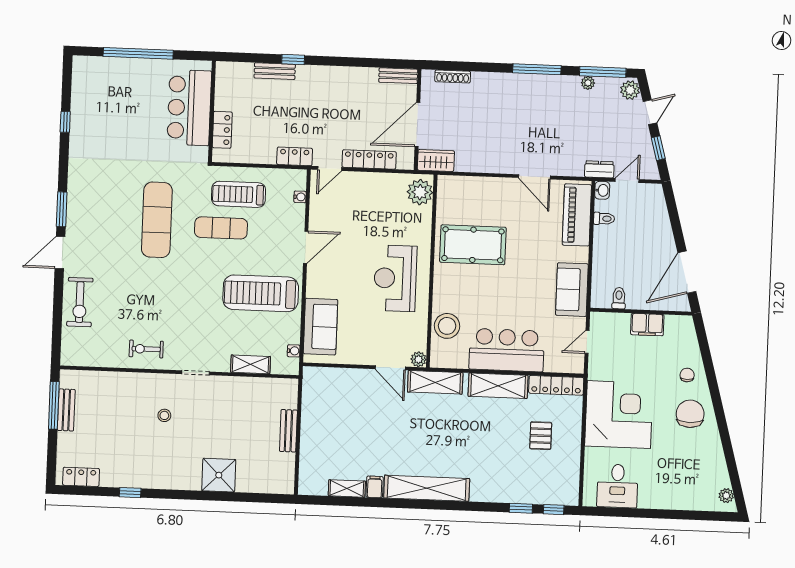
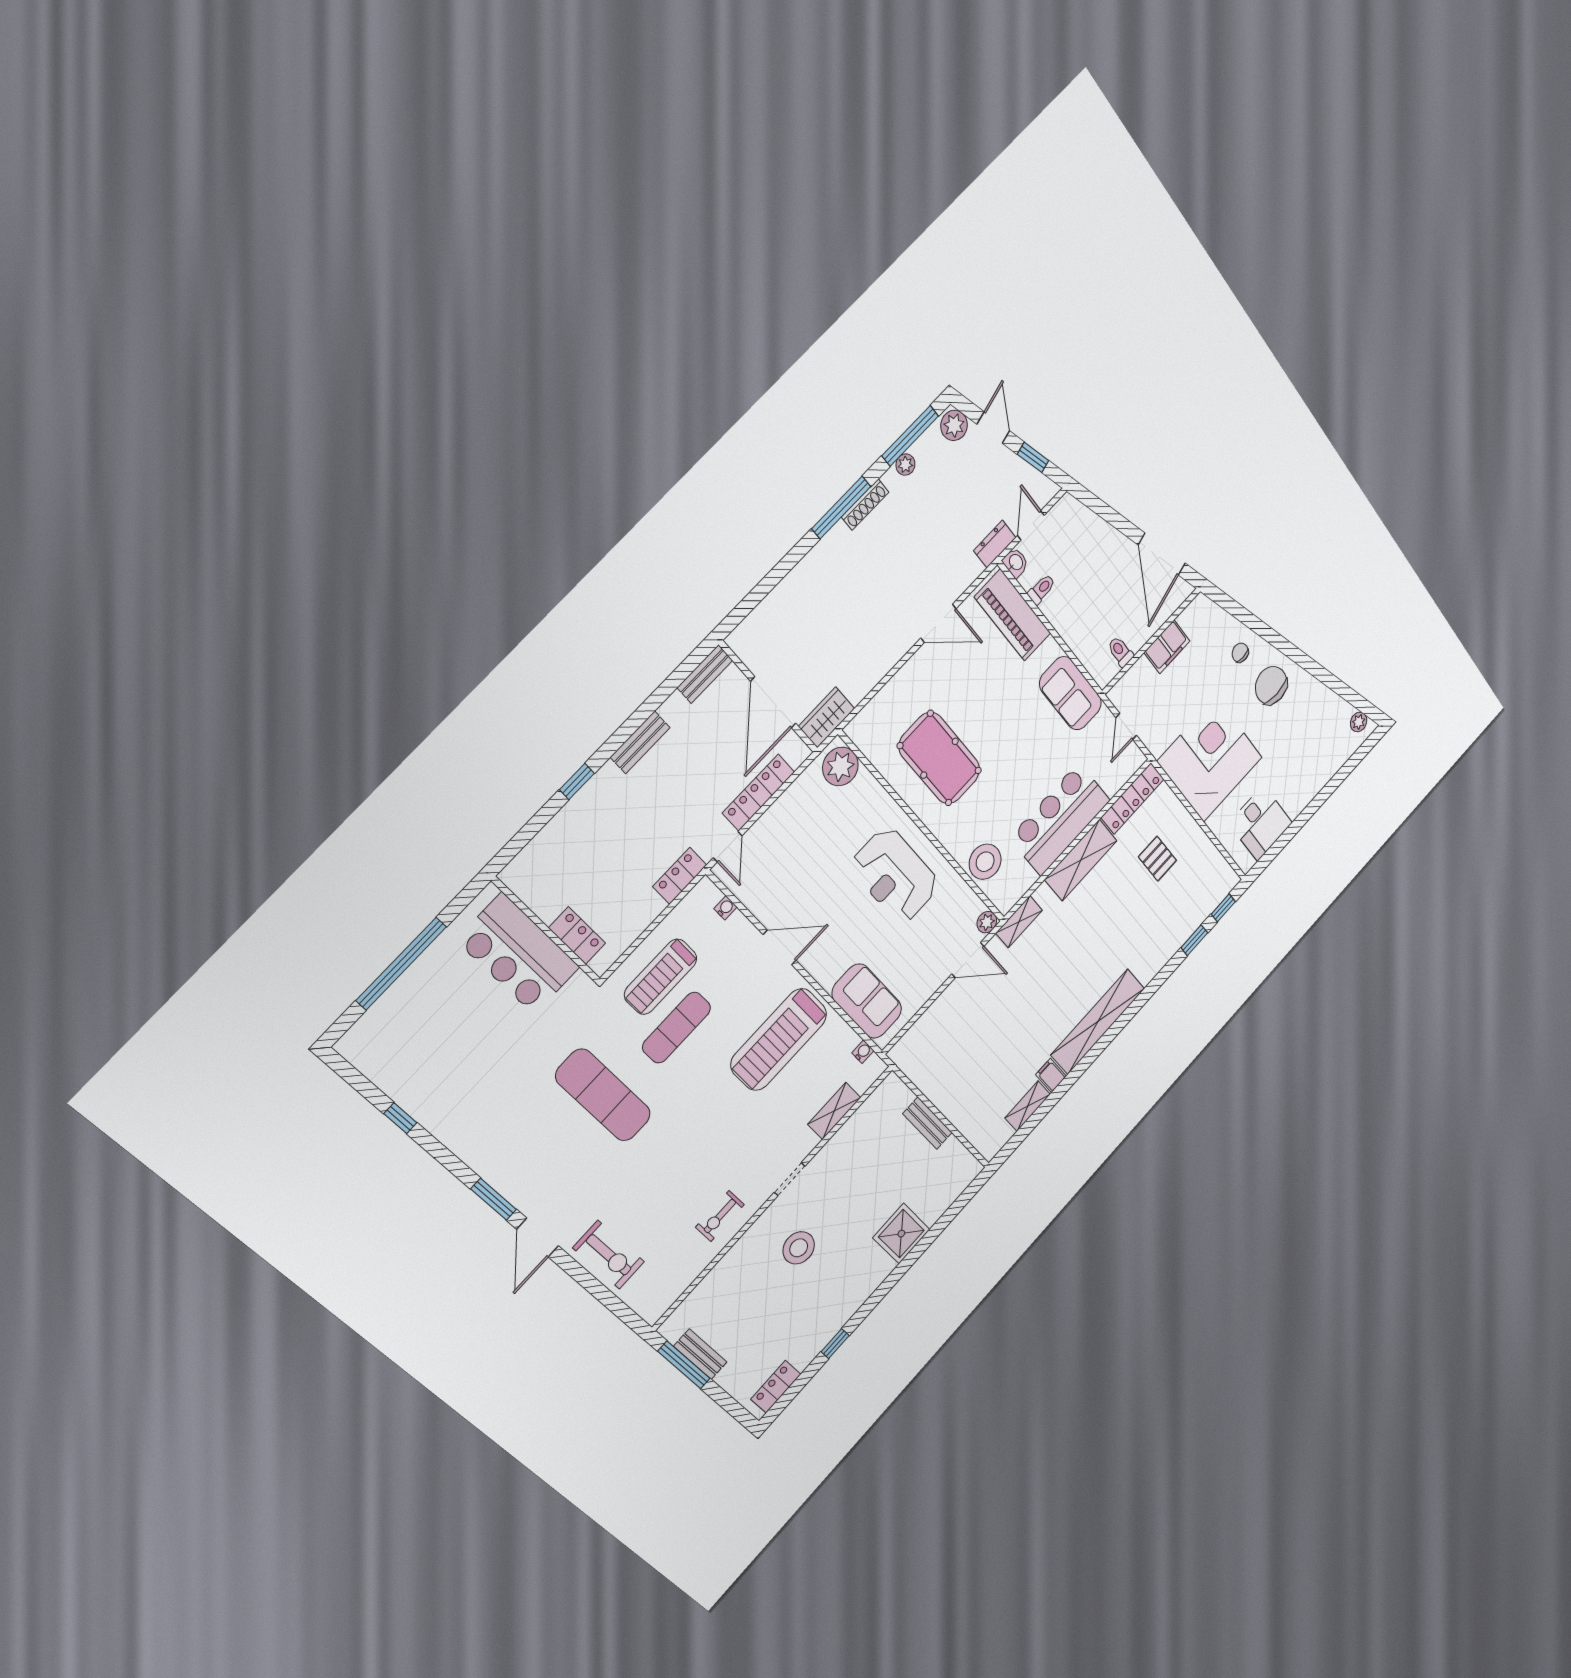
bench: (275, 71) -> (640, 742), moved
shoe rack: (453, 76) -> (865, 505), moved
pool table: (473, 245) -> (940, 758), turned 90
door: (306, 247) -> (780, 948), hinge flipped
shelving: (435, 382) -> (1019, 922), width x0.67, depth x0.75
stool: (164, 415) -> (799, 1248), width x1.89, depth x1.89

